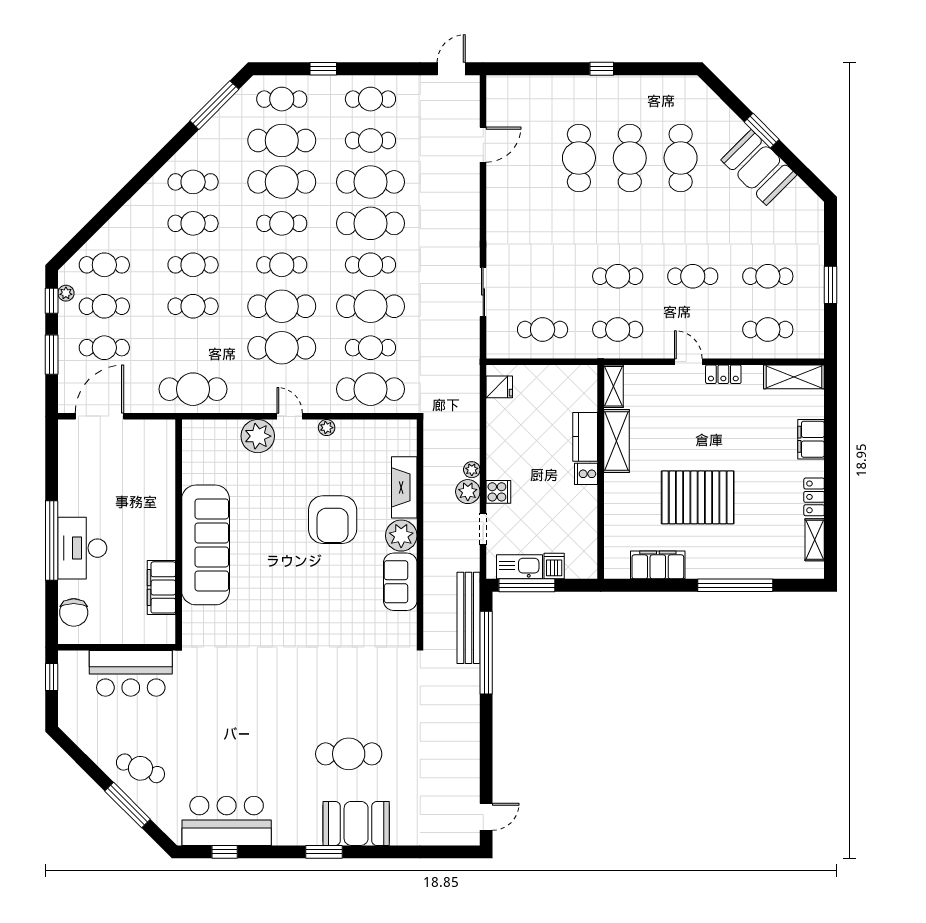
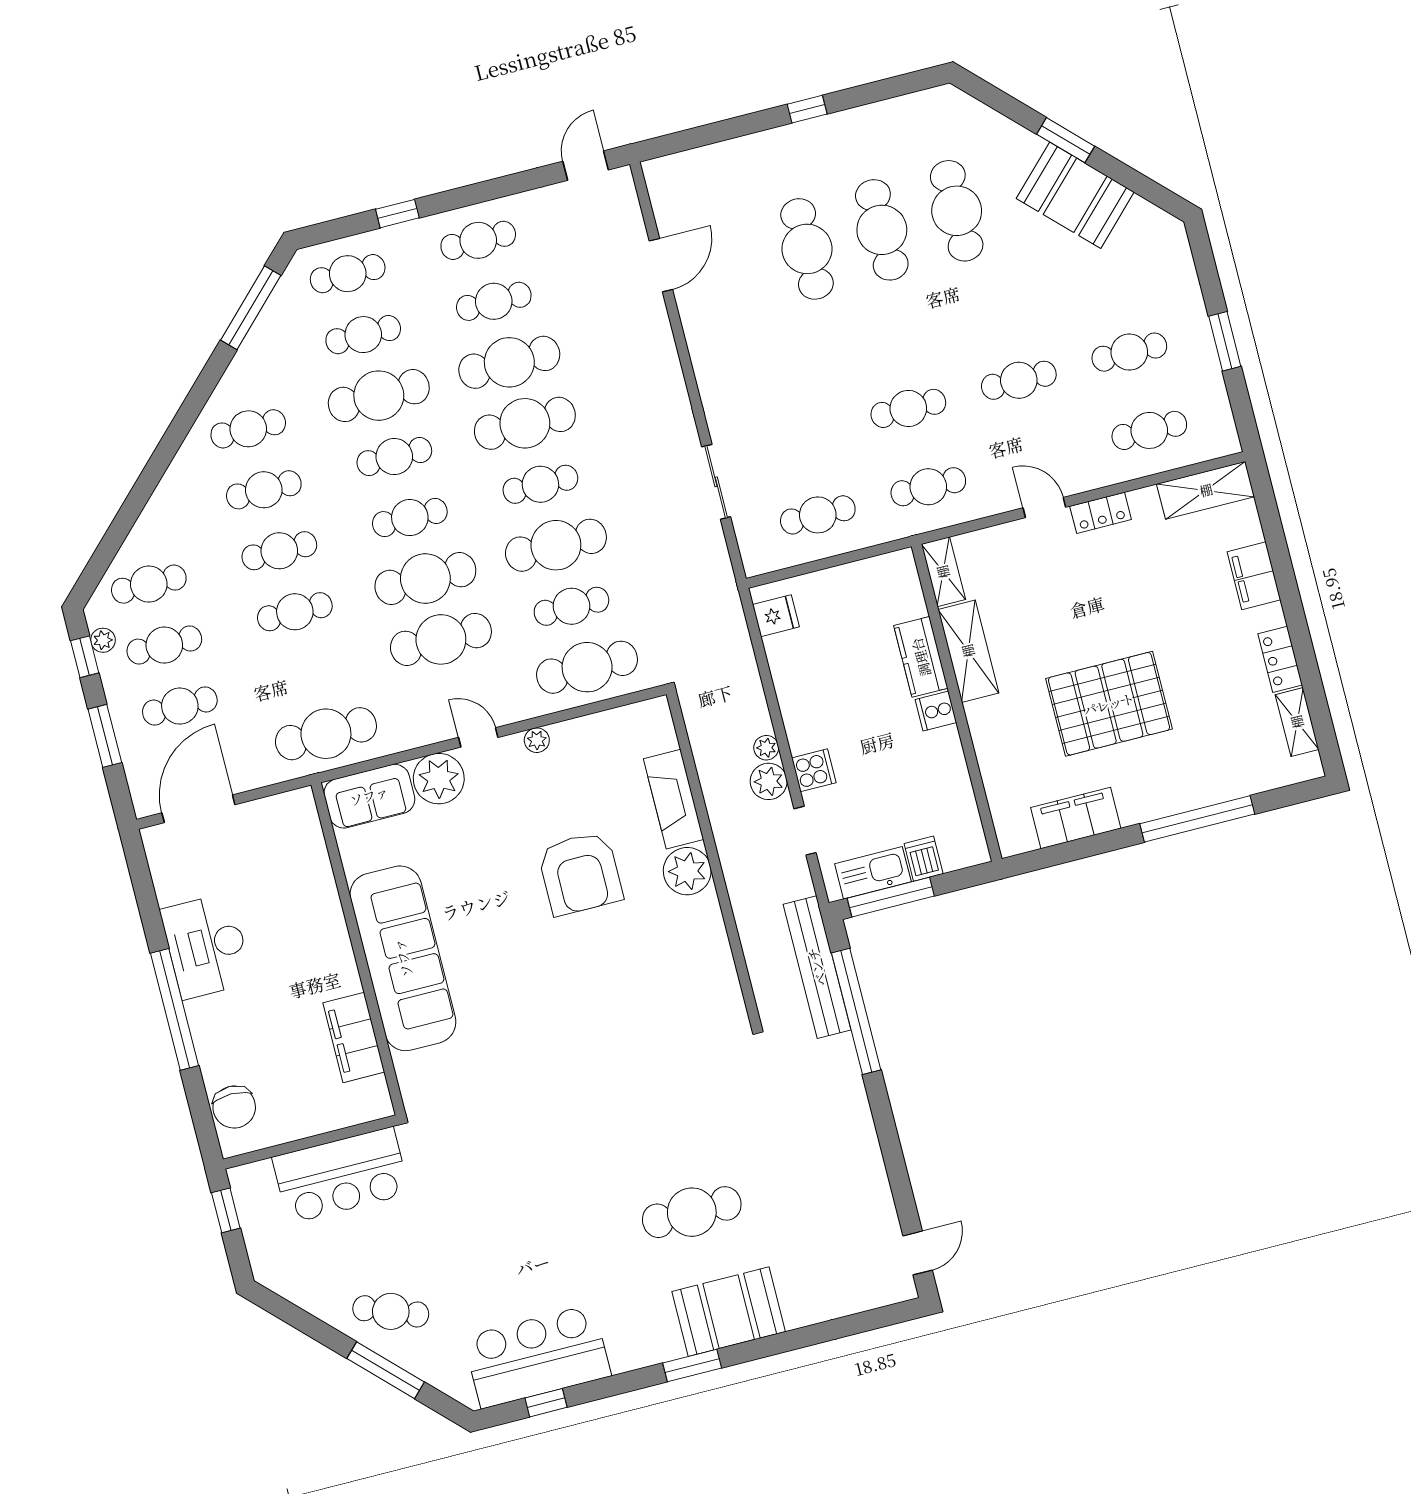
cafe table: (282, 140) -> (363, 335), width x0.73, depth x0.74
desk: (82, 548) -> (206, 946), moved
sofa: (400, 582) -> (369, 796), moved, turned -90

